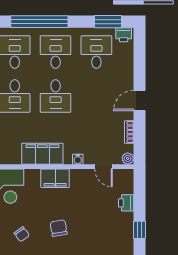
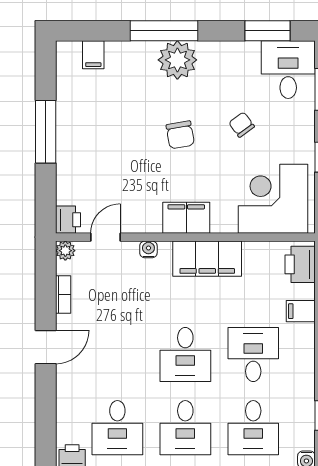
desk: (56, 96) -> (185, 355), turned 180
door: (104, 167) -> (106, 237), hinge flipped
printer: (126, 203) -> (68, 220), moved
window: (140, 230) -> (46, 132), width x2.17

